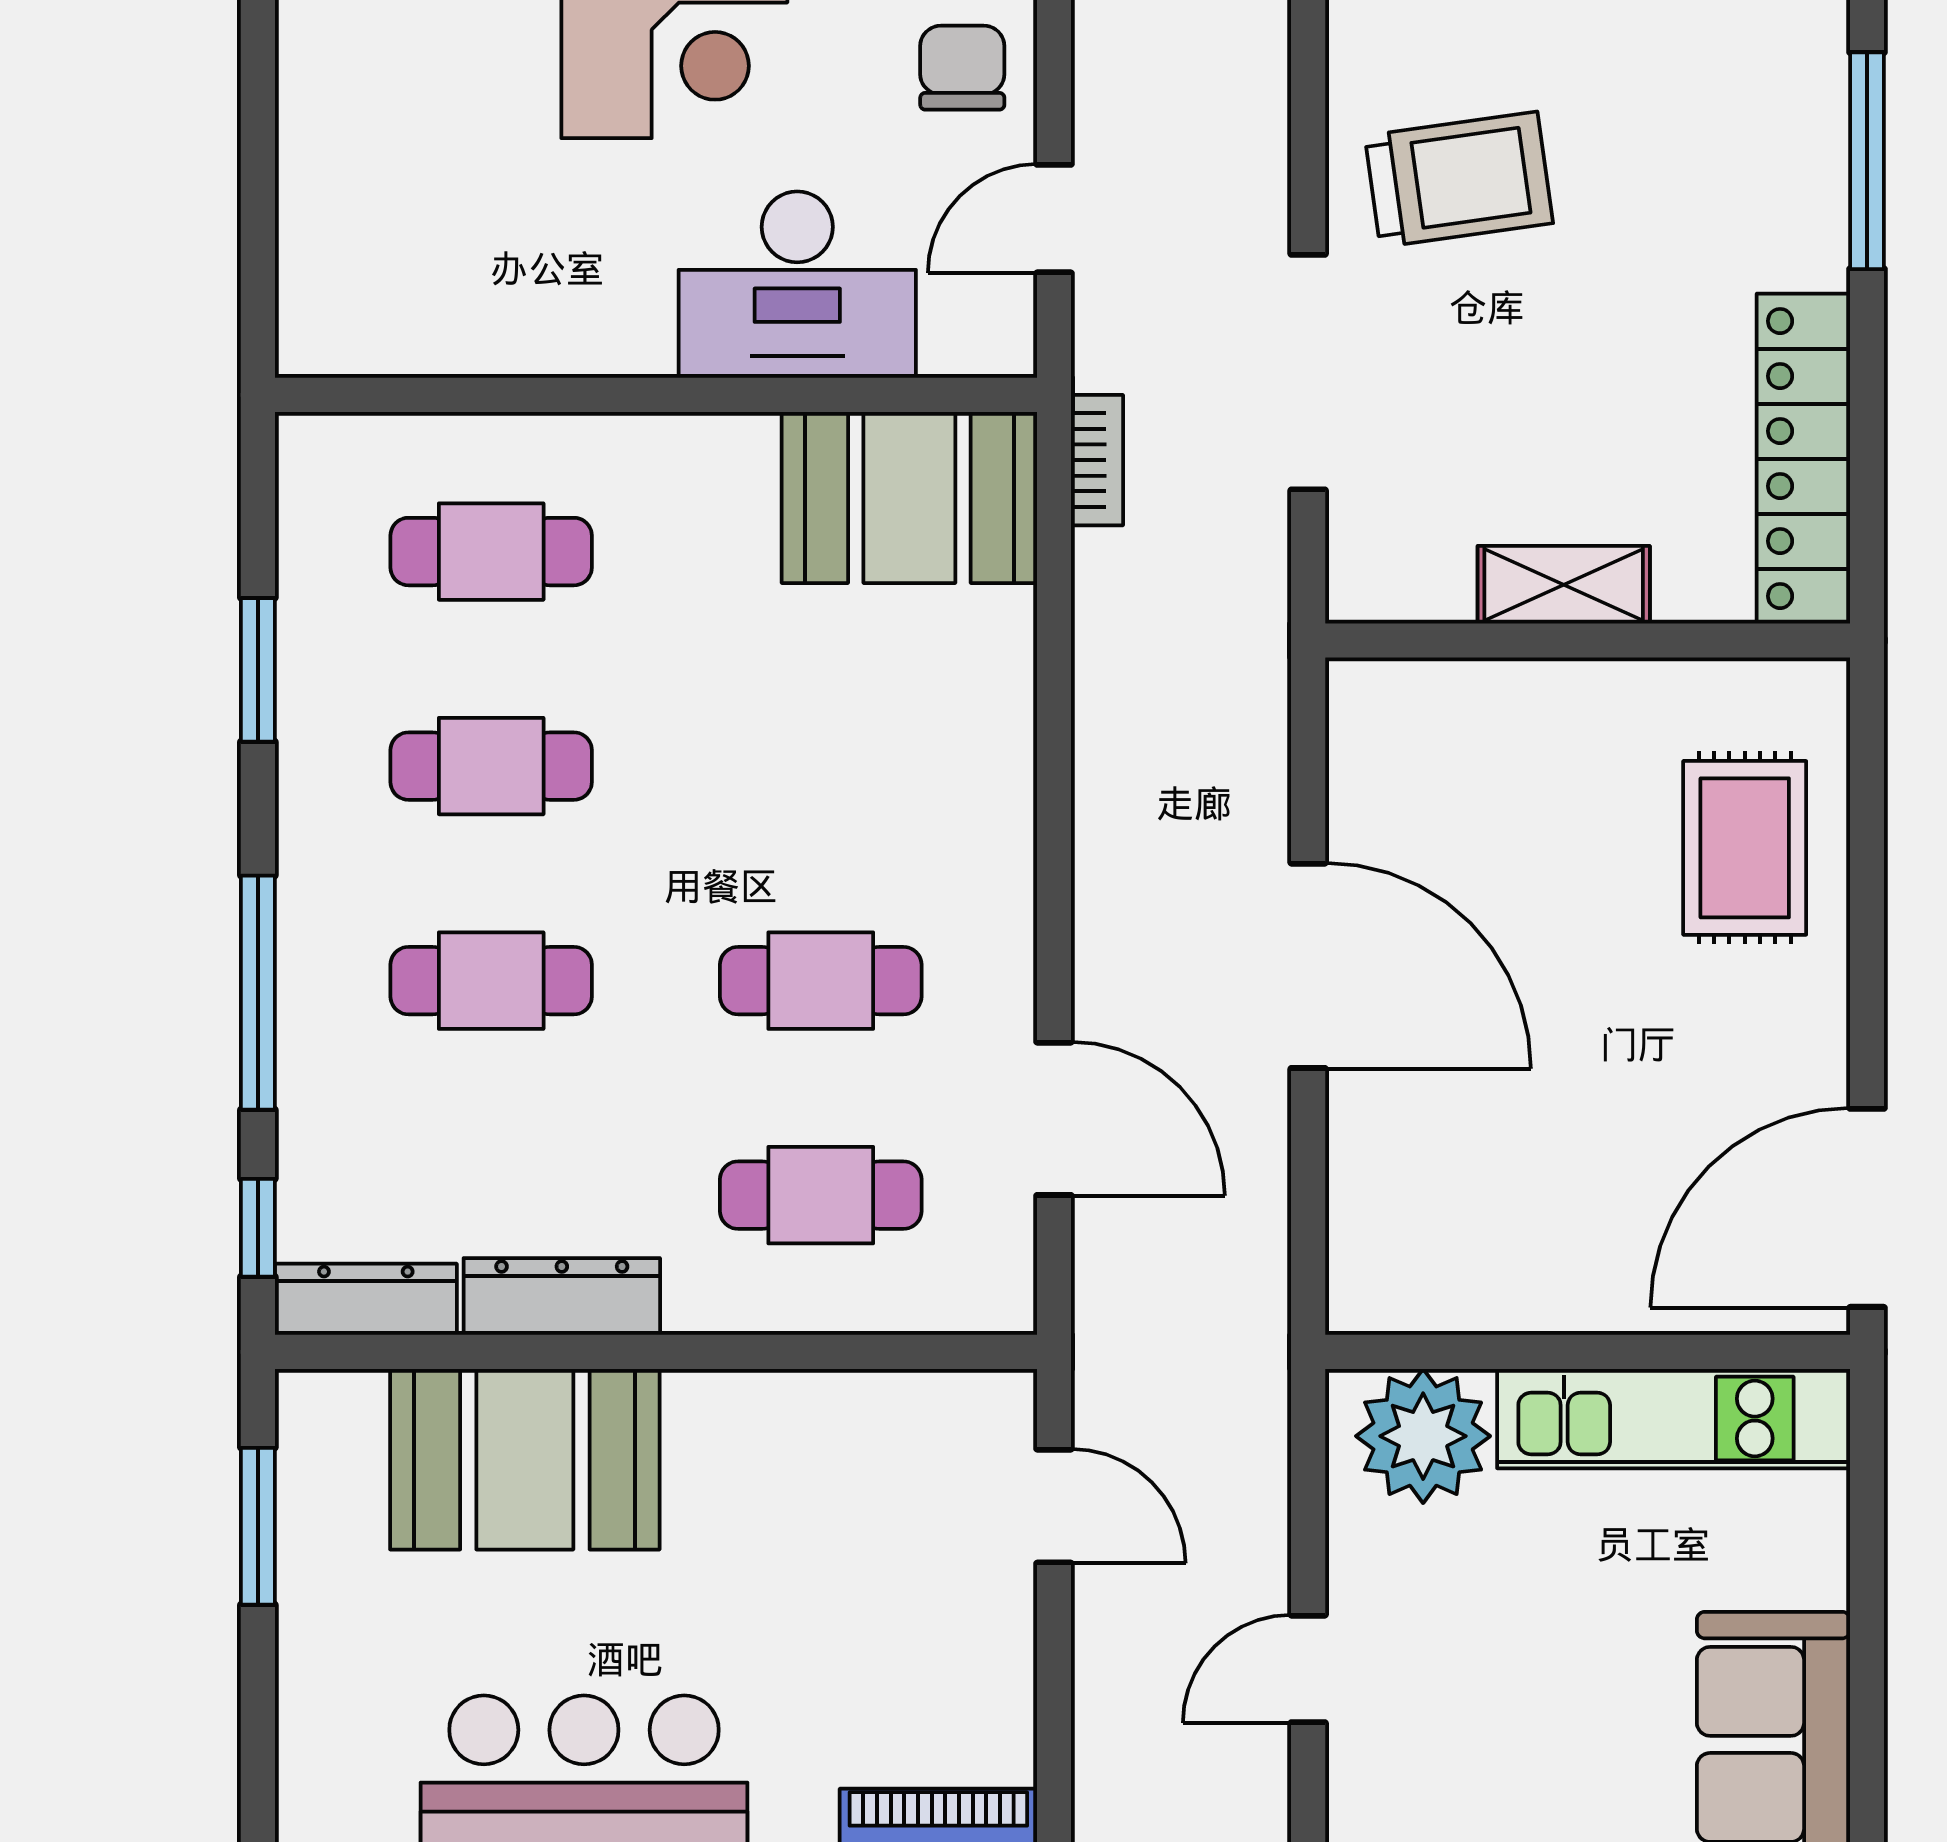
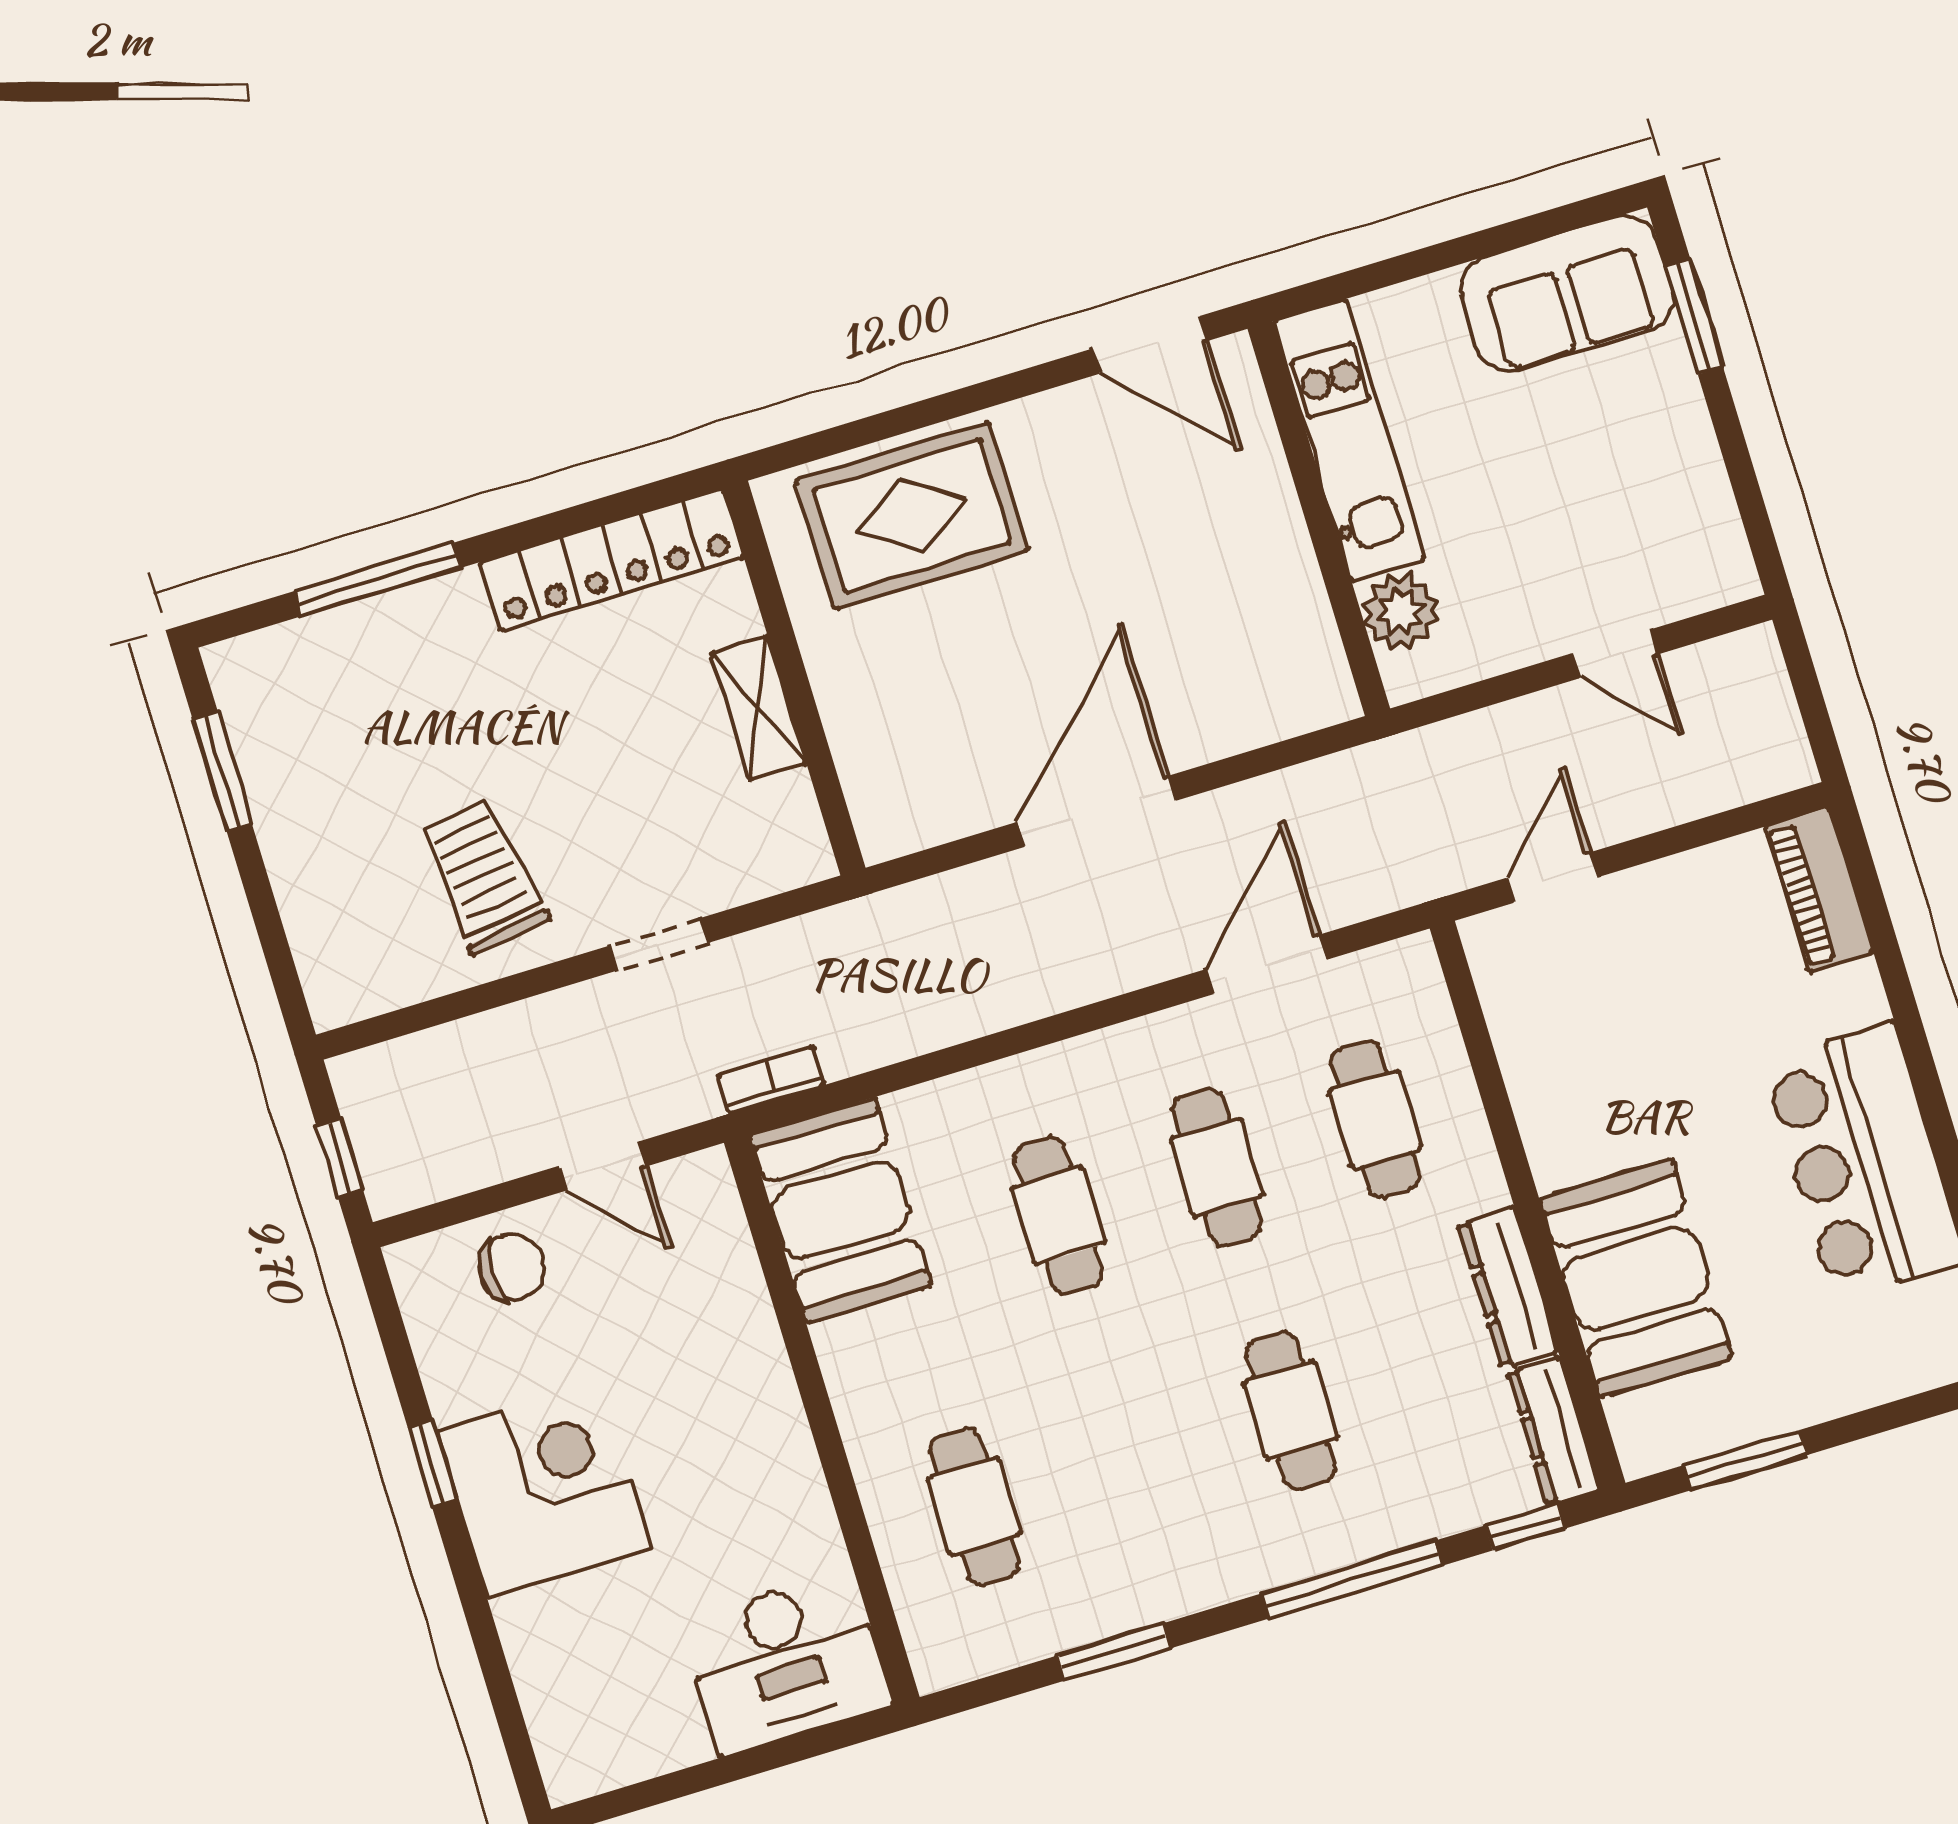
chair: (962, 68) -> (512, 1267), turned 180
desk: (797, 285) -> (786, 1663), moved, turned 90
doorway: (1308, 372) -> (659, 944), width x0.53
cafe table: (491, 766) -> (1059, 1215), moved
rug: (1745, 848) -> (912, 516), width x1.36, depth x1.43
door: (1867, 1208) -> (1150, 345), width x0.73
plant: (1423, 1436) -> (1401, 612), width x0.73, depth x0.73

